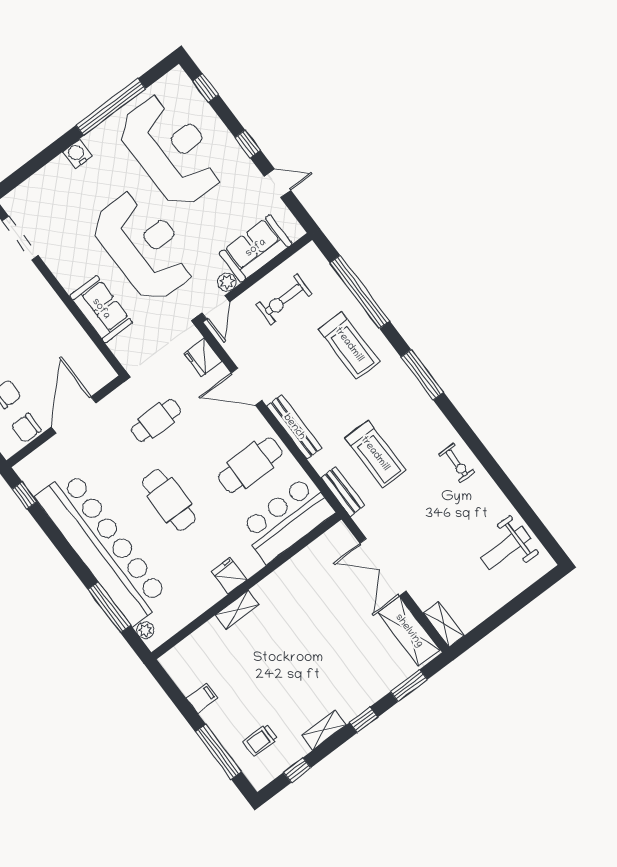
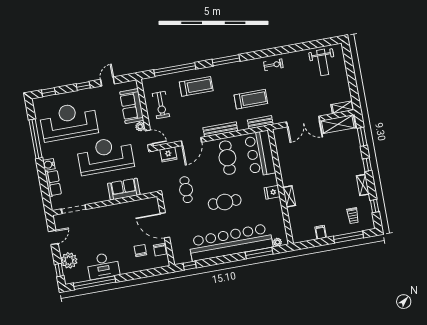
row of seats: (48, 178) -> (53, 183), added

